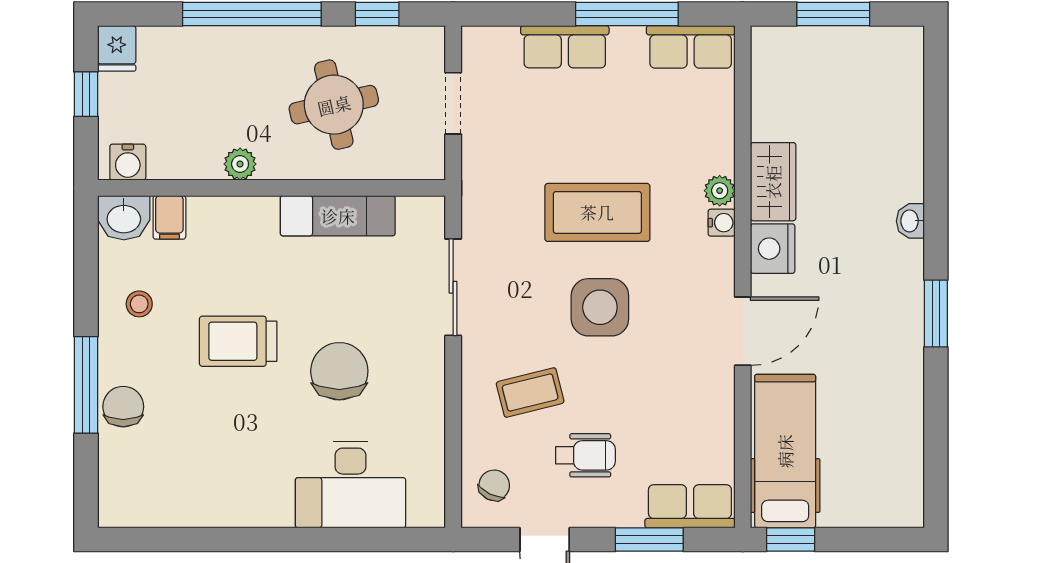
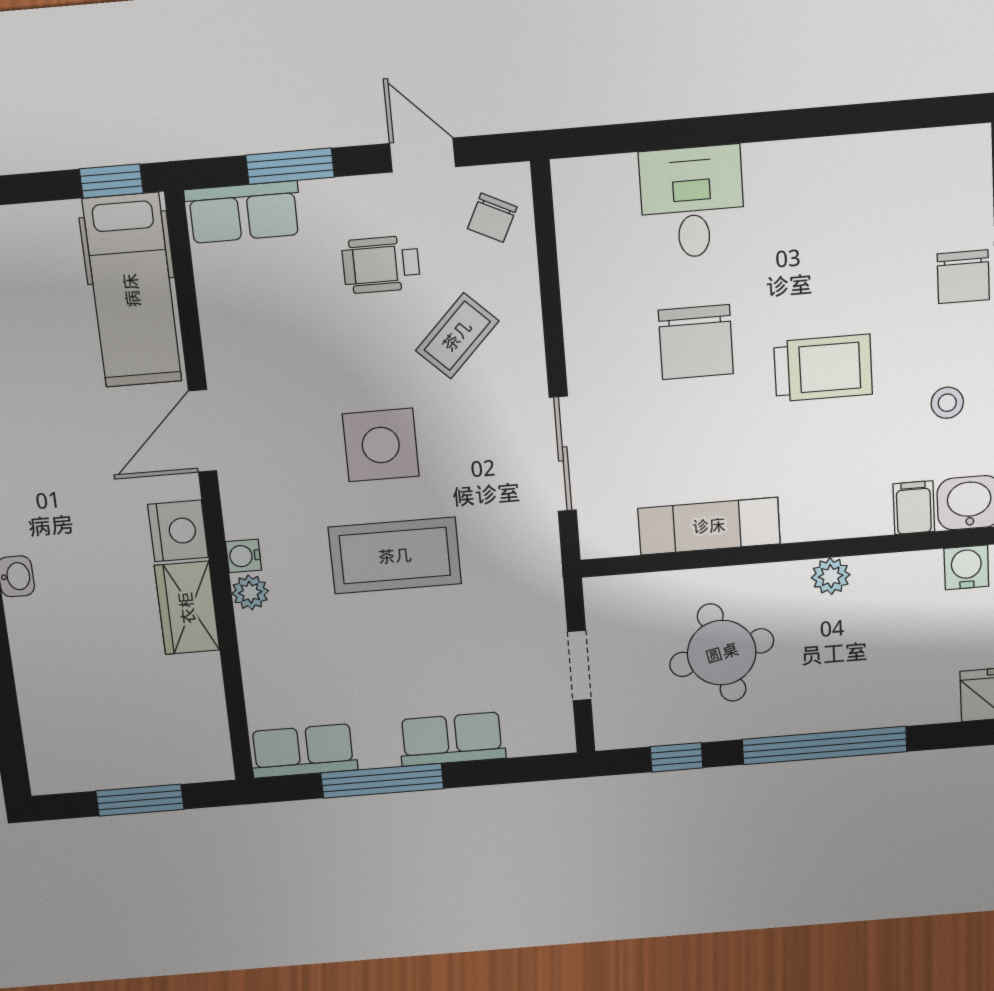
coffee table: (530, 393) -> (457, 336), turned -32
desk: (350, 484) -> (692, 202), width x0.73

